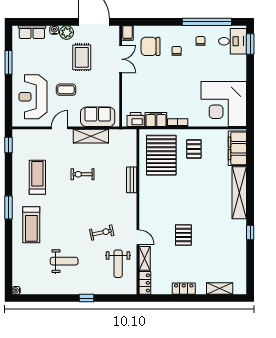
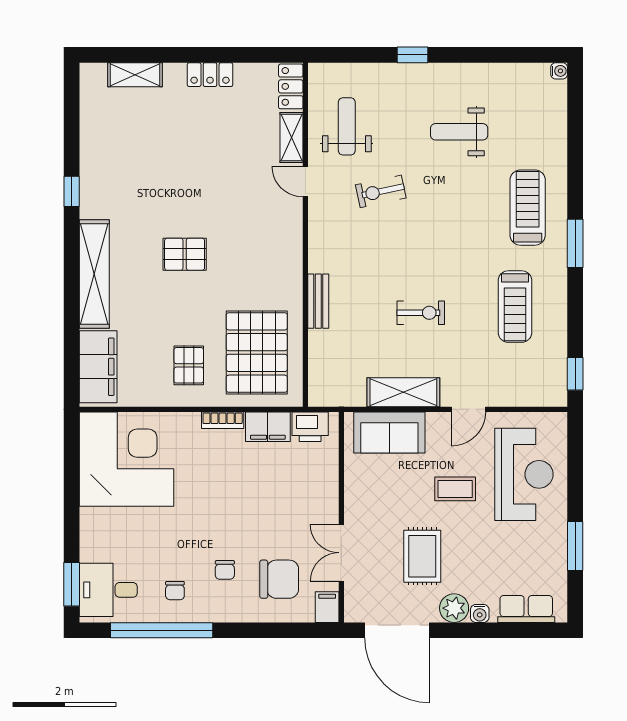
pallet: (183, 235) -> (185, 254), moved, turned 90

